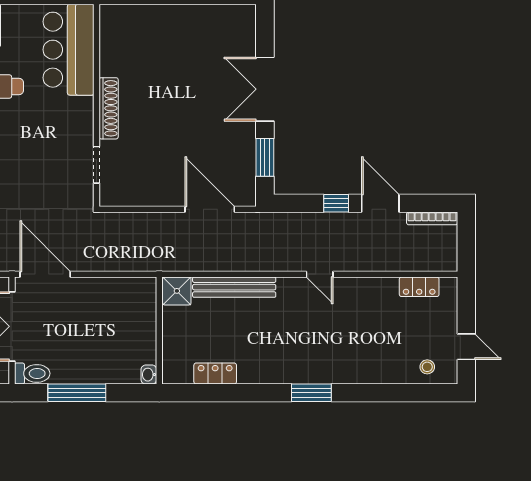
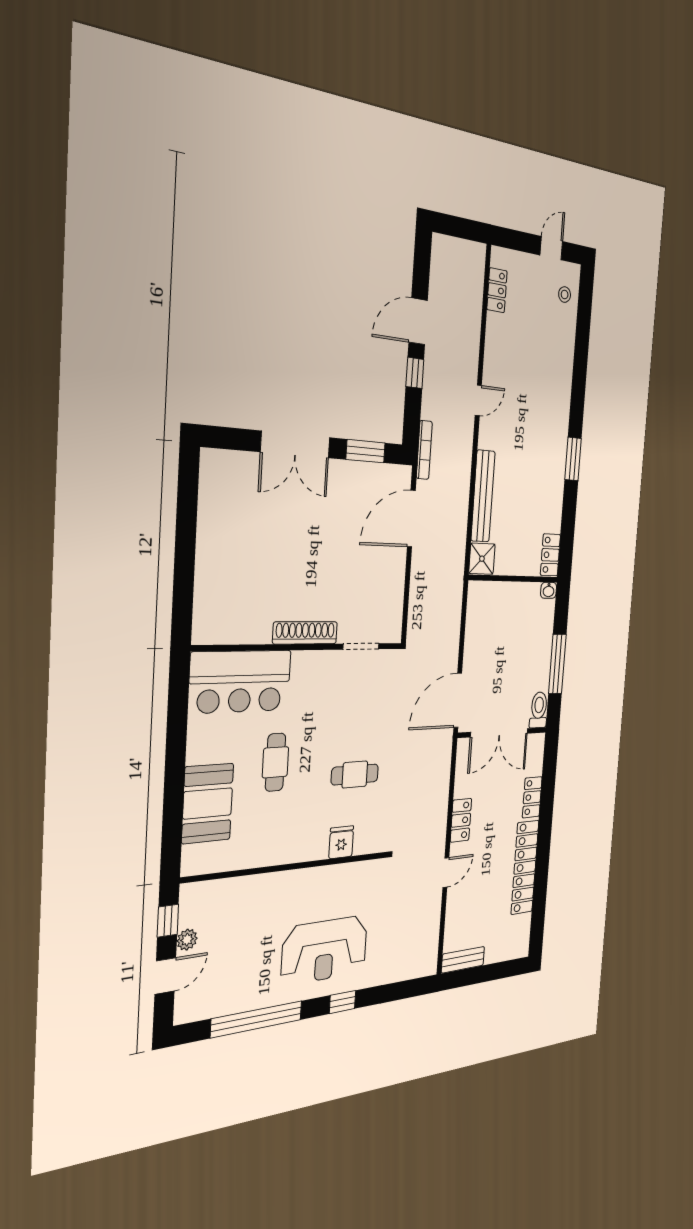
bookcase: (432, 218) -> (424, 450), moved
locker: (215, 373) -> (550, 555), moved
window: (311, 393) -> (573, 459), moved

